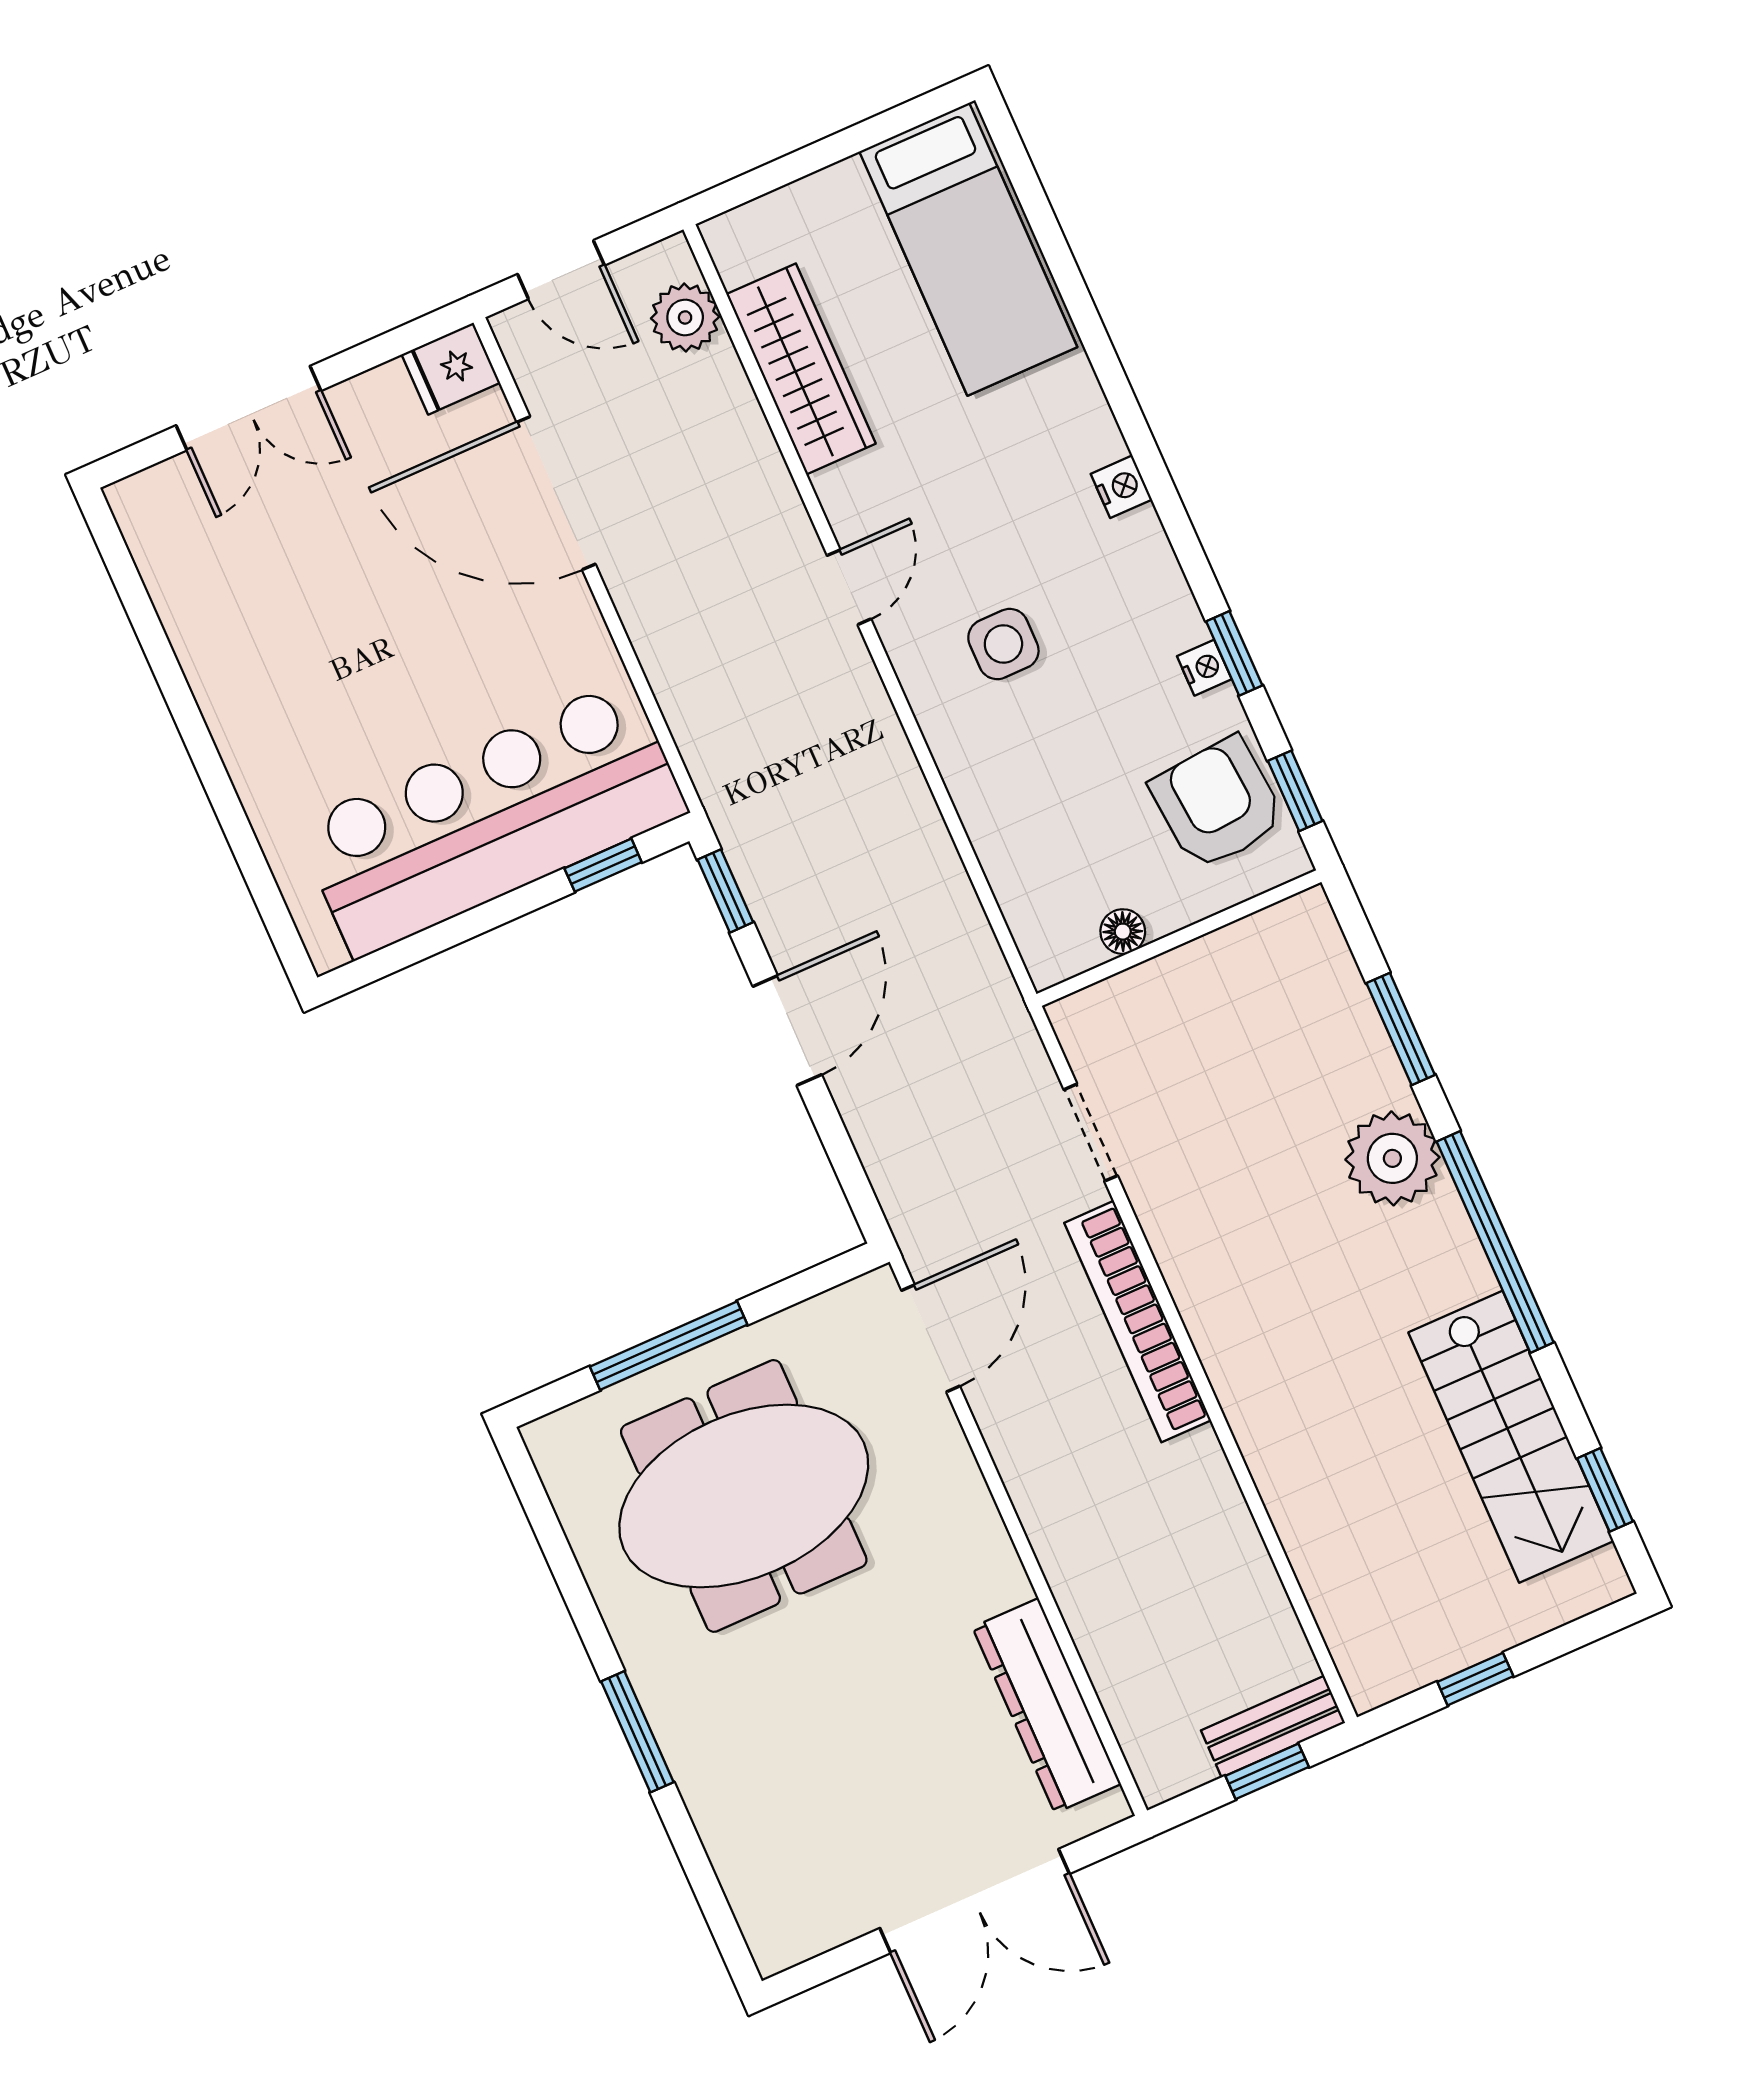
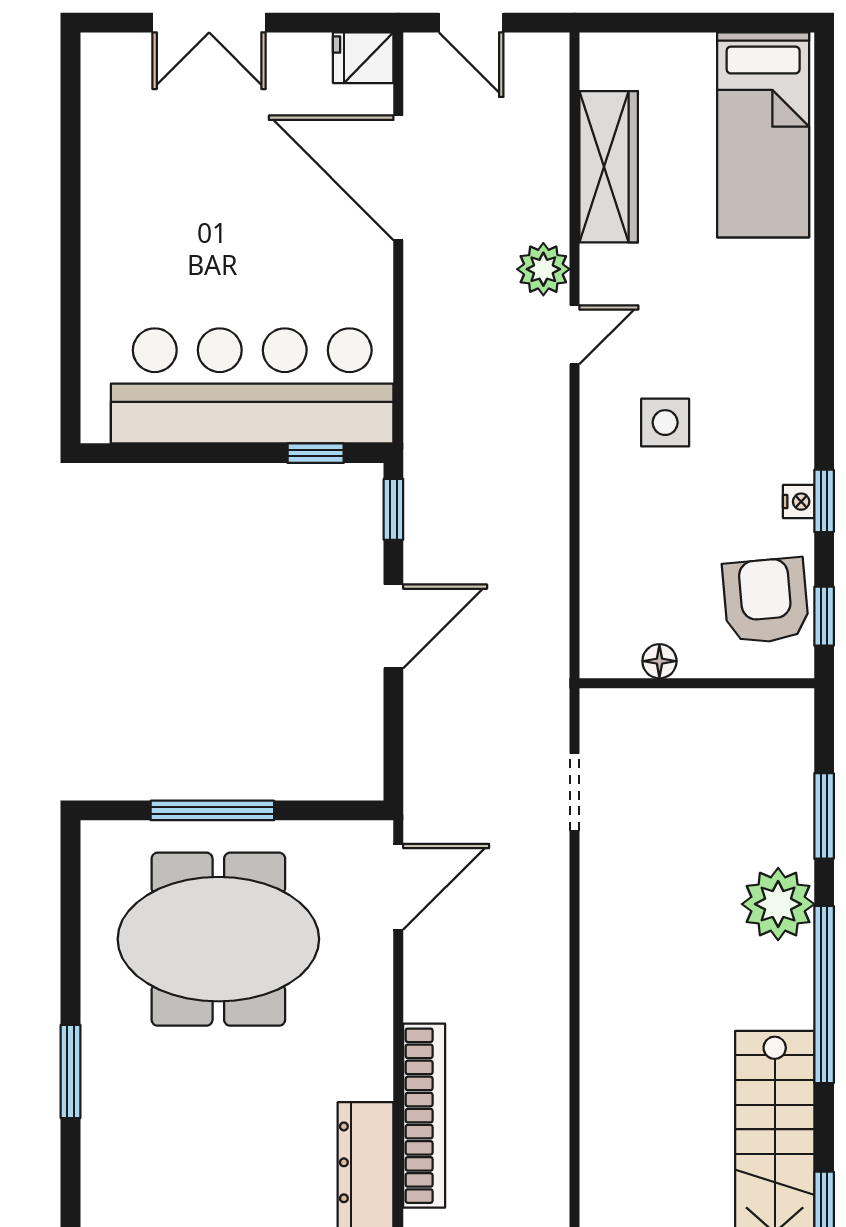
plant: (685, 317) -> (543, 269), moved
nightstand: (1121, 487) -> (797, 349), removed
bookcase: (1138, 1322) -> (424, 1116), moved, turned 180

